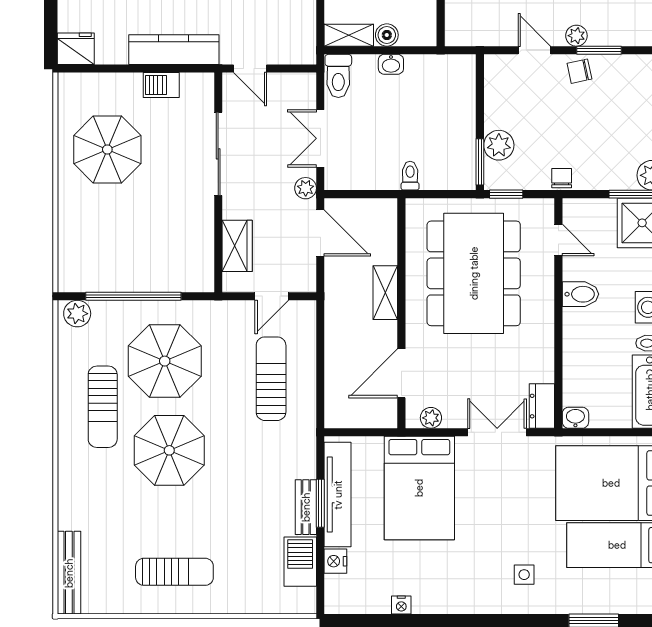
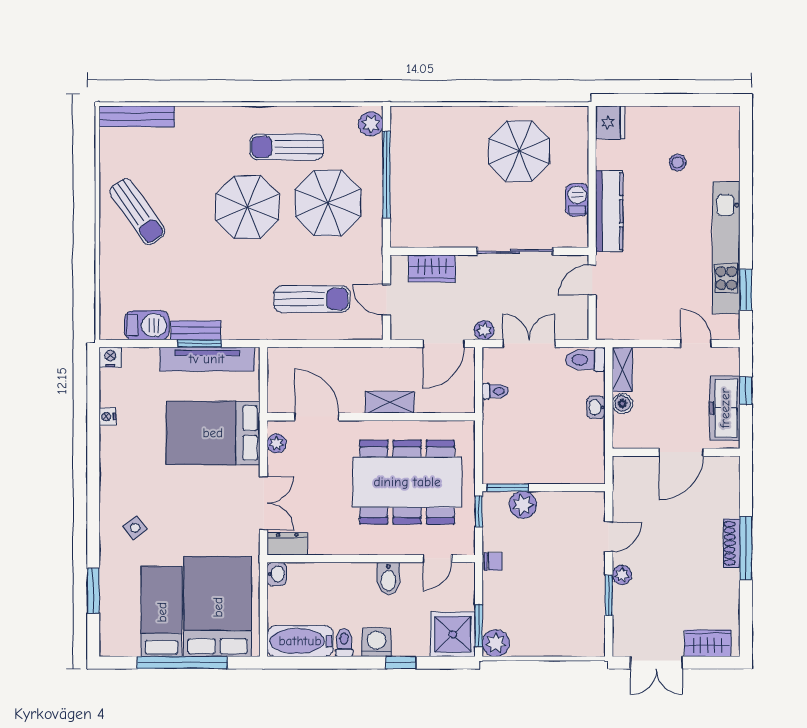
chair: (579, 71) -> (590, 578), removed
toilet: (410, 176) -> (495, 391), moved
nightstand: (335, 561) -> (110, 357), moved
sun lounger: (174, 572) -> (138, 212), turned -35
side table: (524, 575) -> (135, 528), turned -38

